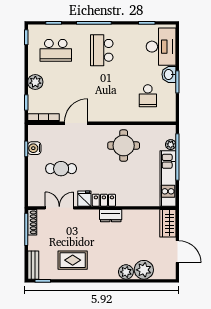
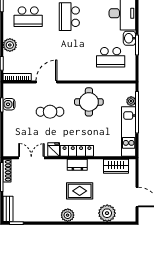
school desk: (148, 96) -> (111, 57), width x1.85
cafe table: (61, 169) -> (50, 112), moved
locker: (104, 200) -> (77, 151), width x1.53
wardrobe: (168, 223) -> (116, 166), moved, turned -90
rug: (73, 260) -> (80, 191), moved
plant: (126, 272) -> (68, 215), moved

